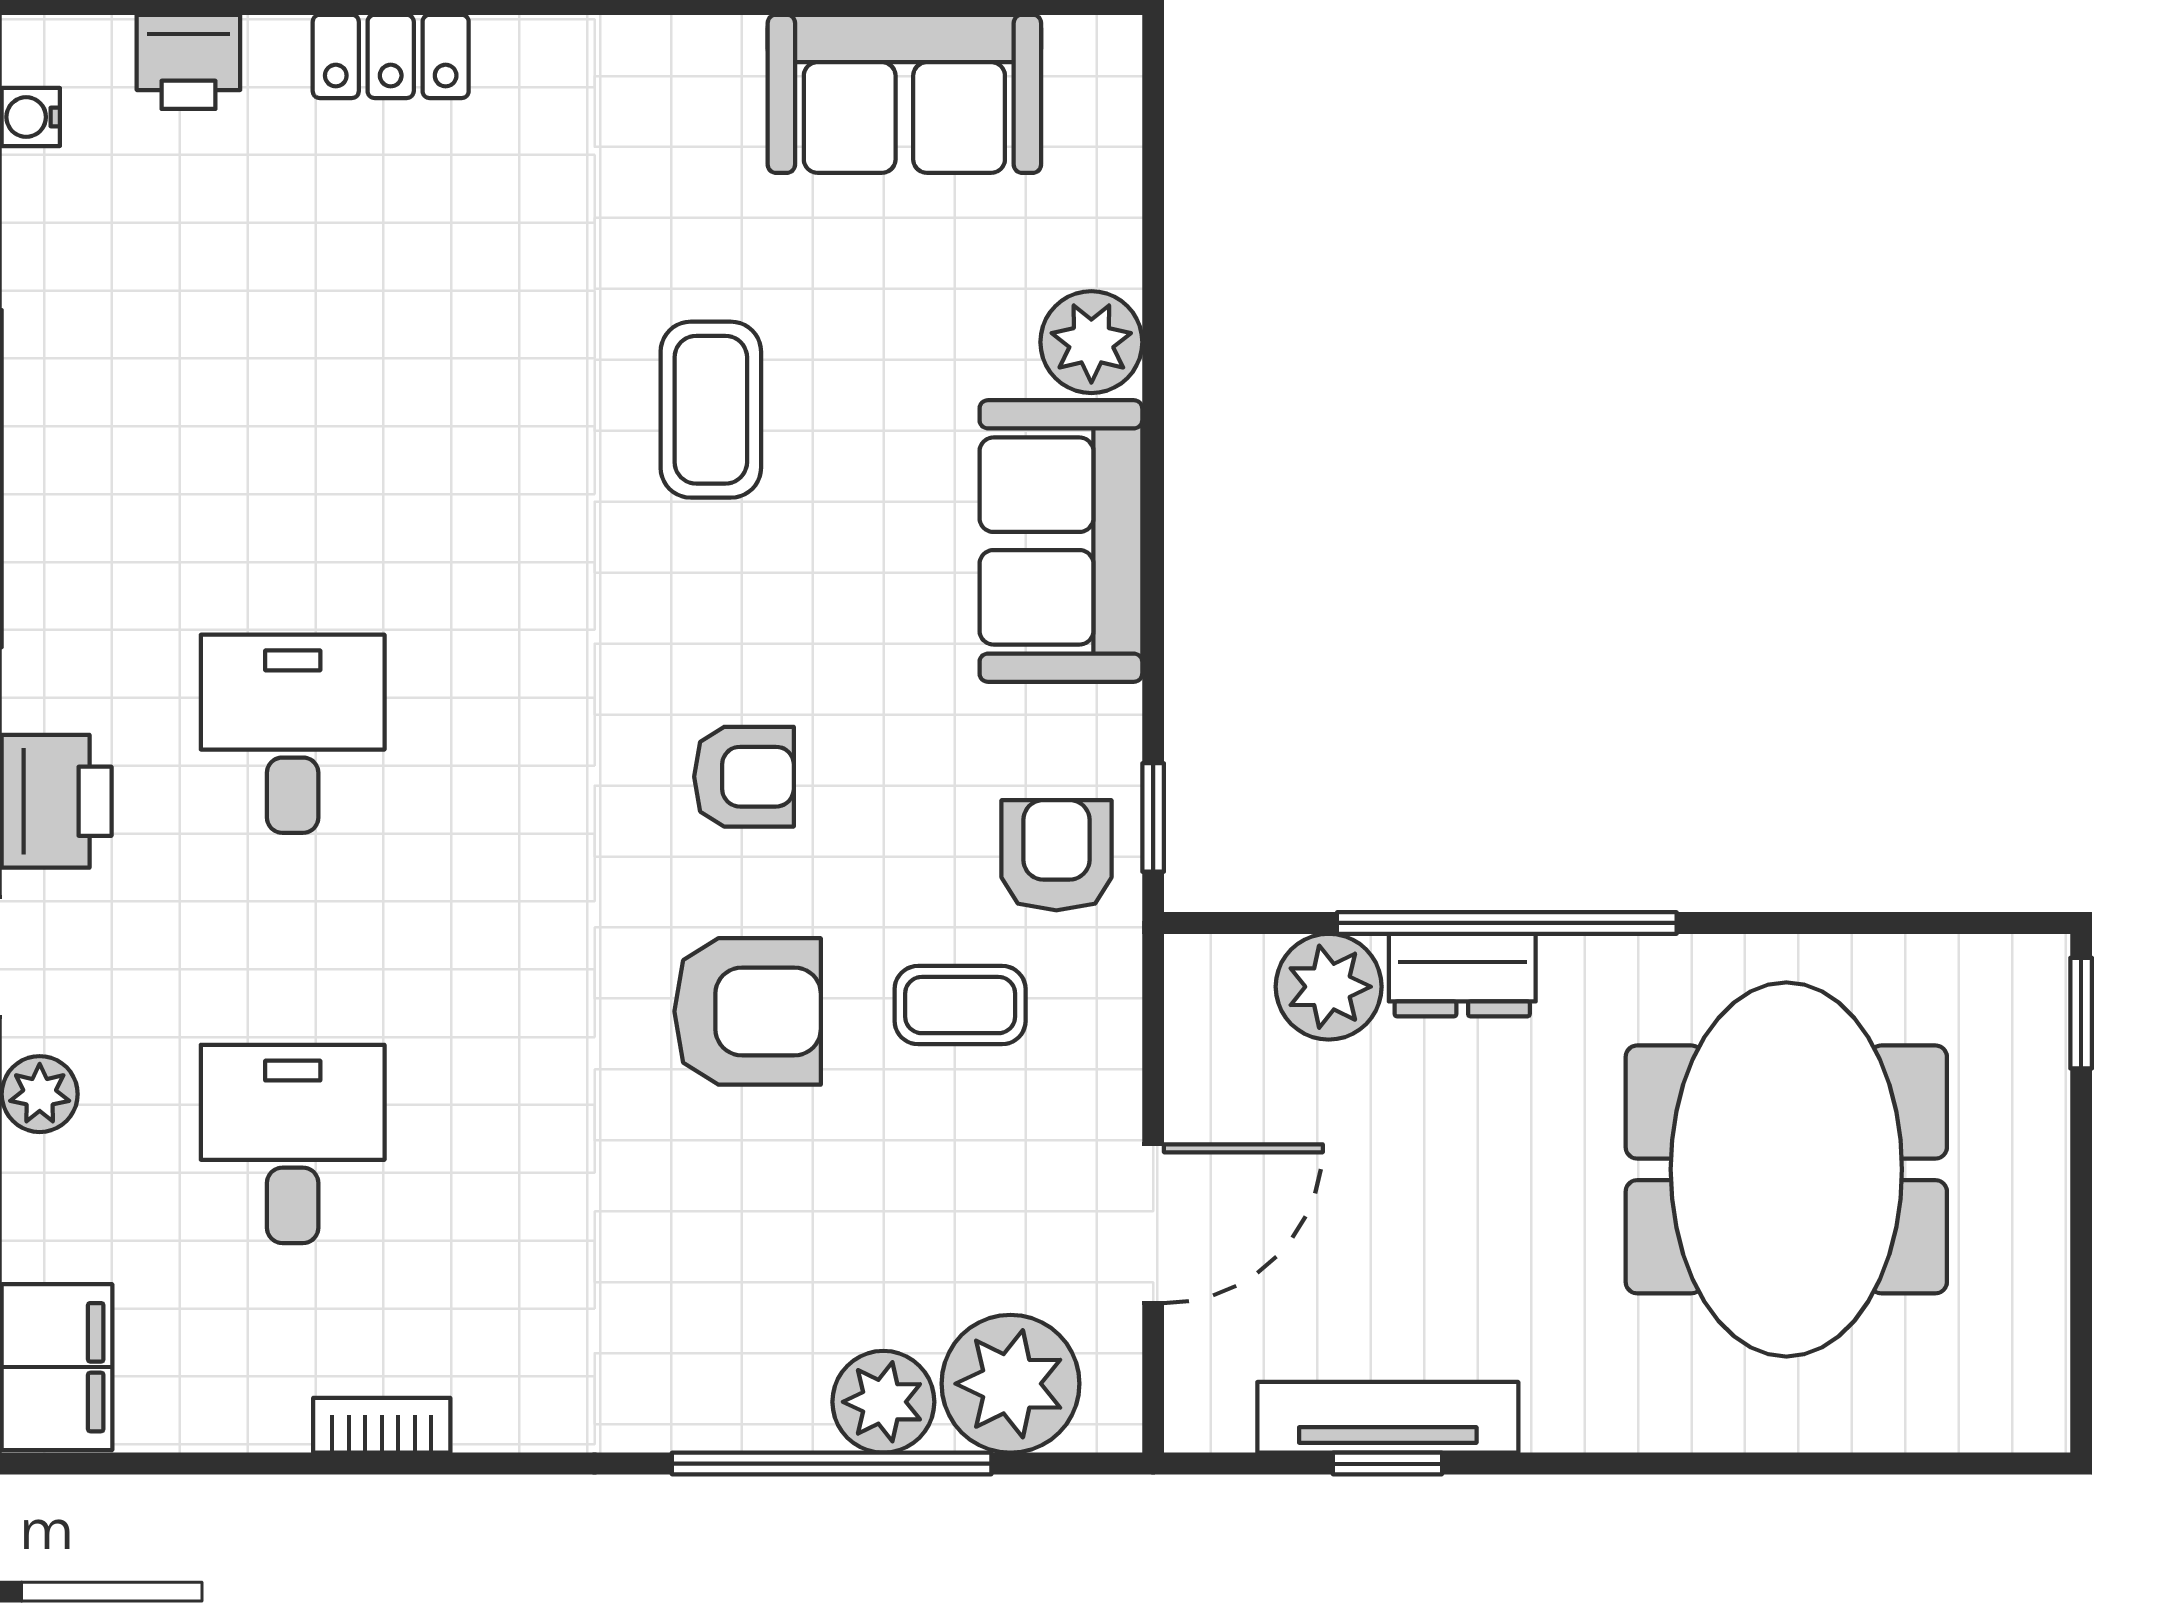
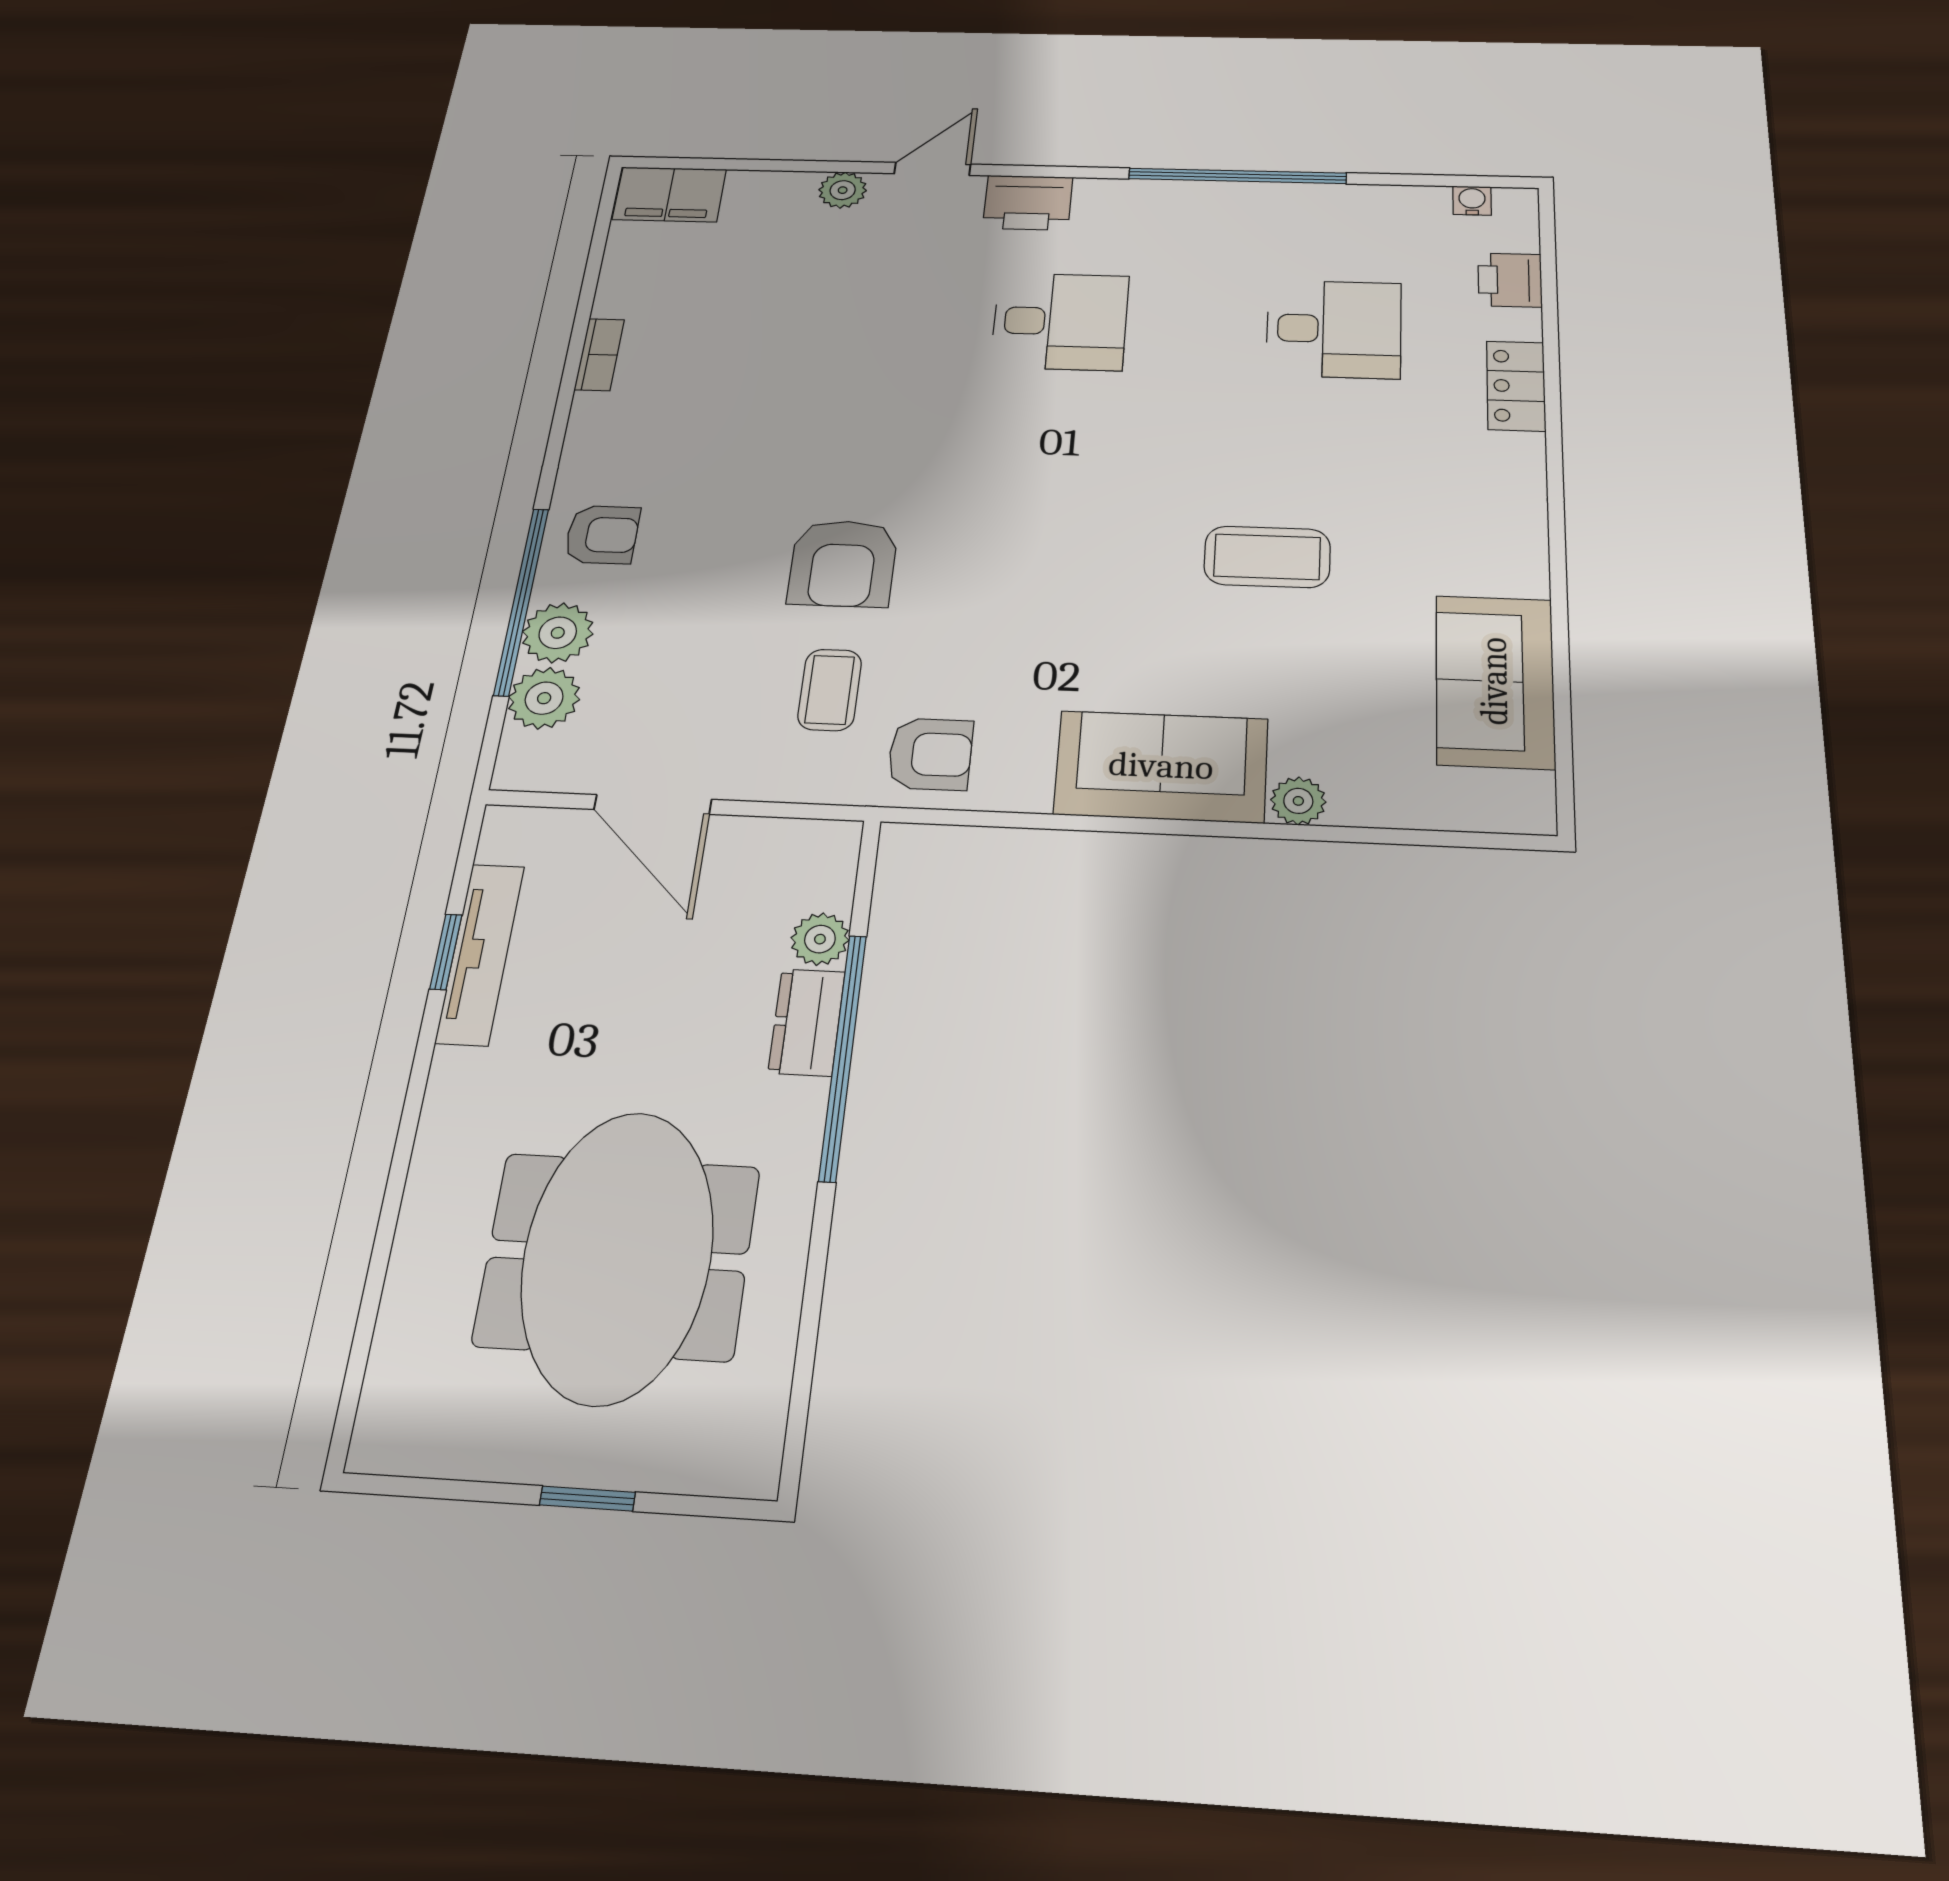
plant: (1091, 342) -> (1298, 801), width x0.73, depth x0.73
armchair: (744, 777) -> (602, 535), moved, turned -90
window: (1153, 817) -> (951, 817), removed
plant: (1329, 987) -> (820, 939), width x0.73, depth x0.73
window: (2081, 1013) -> (587, 1499), moved
desk: (293, 1144) -> (1334, 329), moved
meeting table: (1786, 1169) -> (617, 1256), turned 90
plant: (1010, 1384) -> (544, 698), width x0.73, depth x0.73

